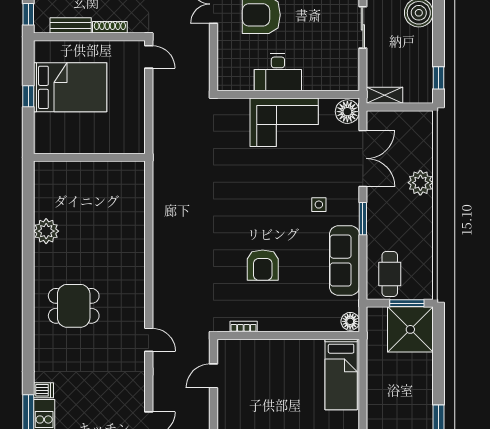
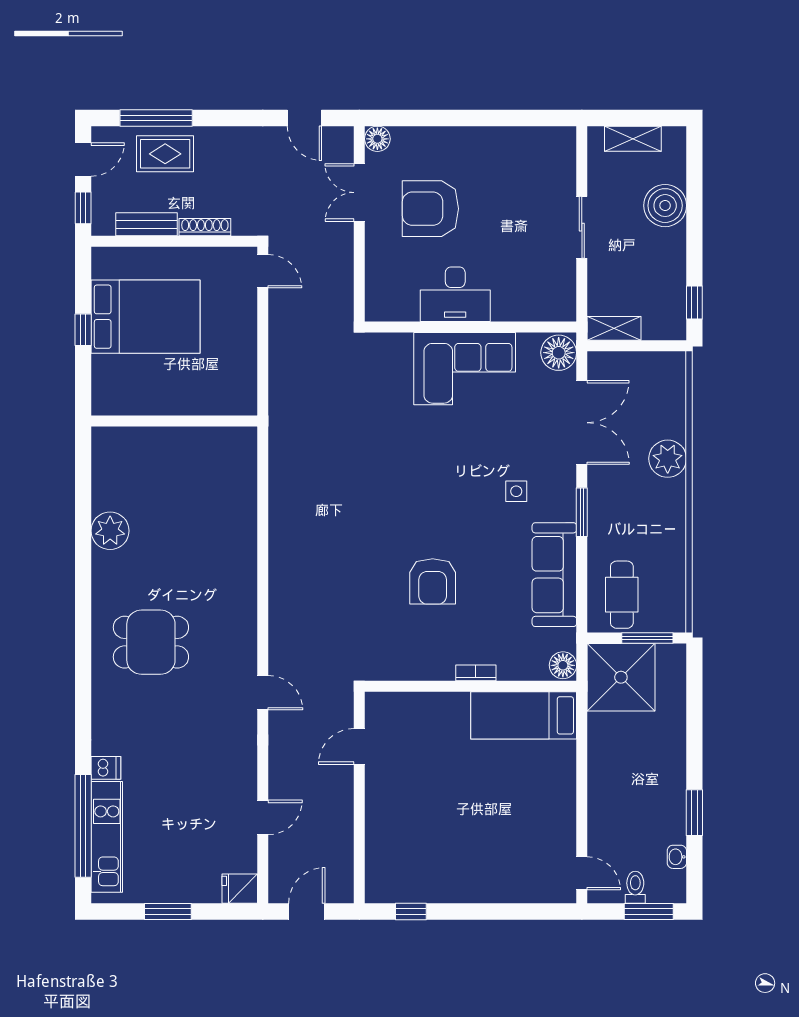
bookcase: (244, 327) -> (476, 673), moved
shower: (410, 329) -> (621, 677), moved
bed: (341, 375) -> (524, 715), moved, turned 90

